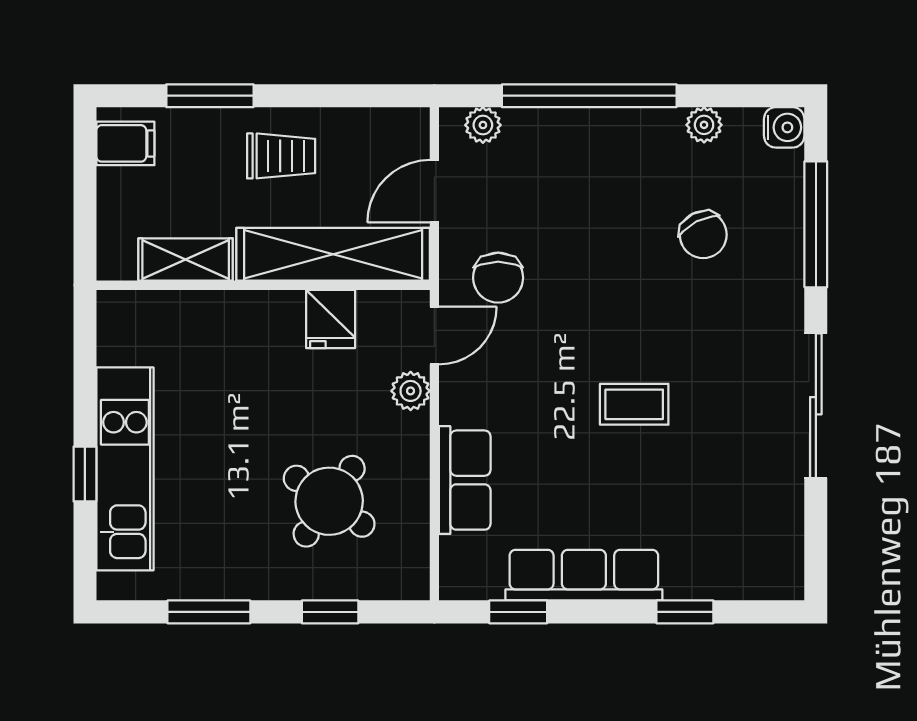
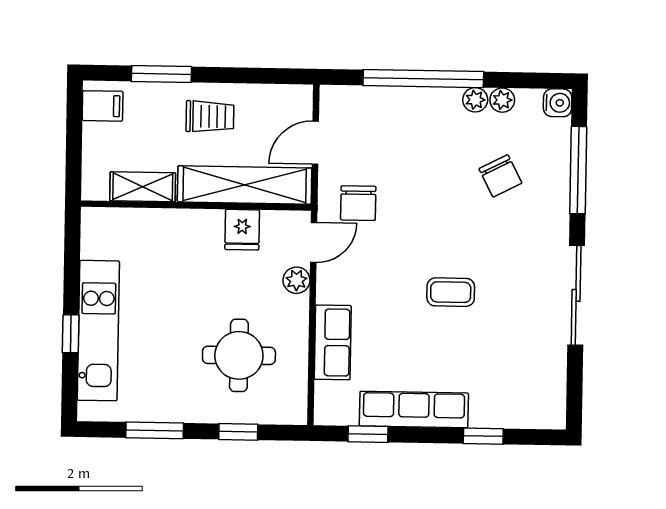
plant: (483, 125) -> (475, 100), moved
round table: (329, 501) -> (239, 355), turned -35

